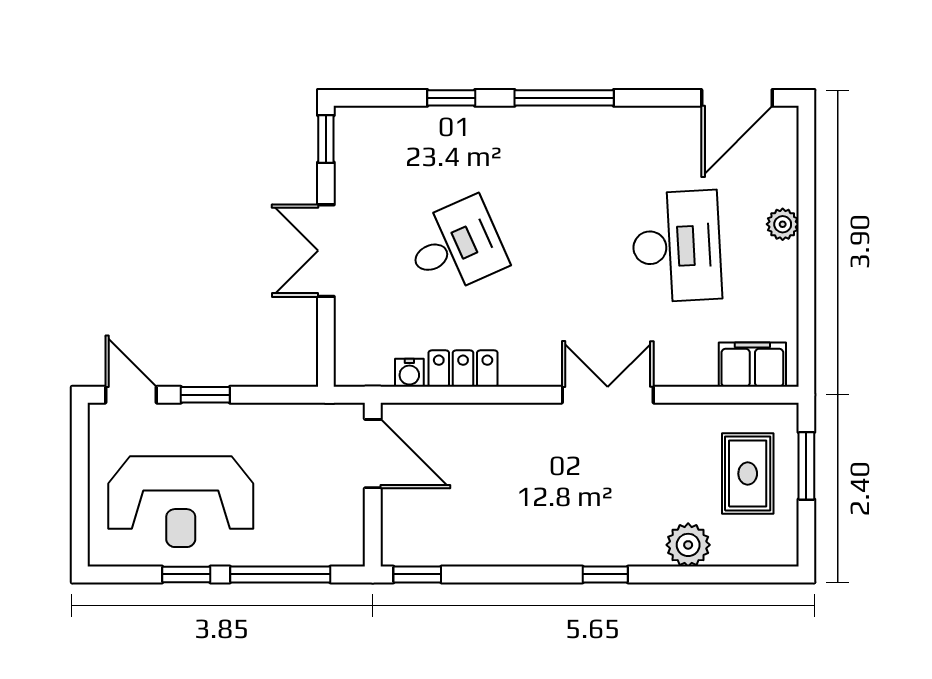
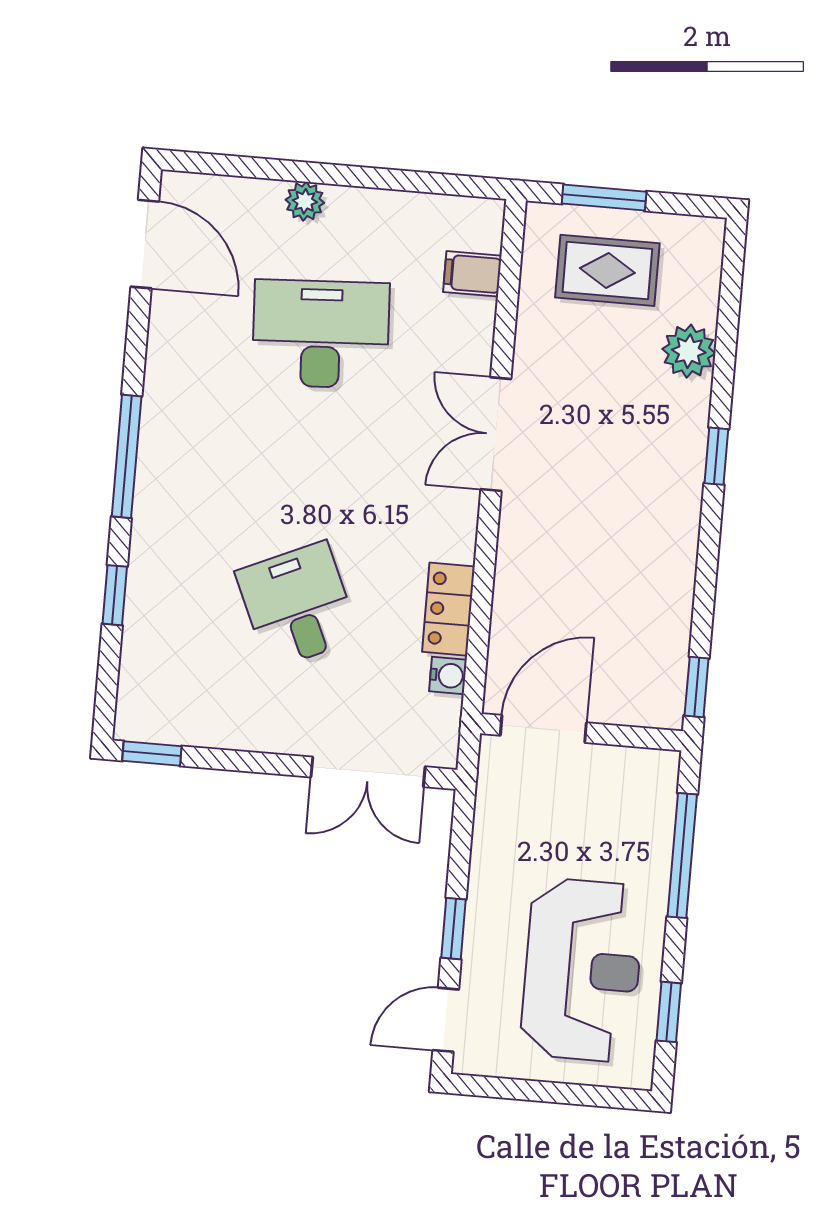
double door: (326, 251) -> (368, 772), moved
filing cabinet: (752, 365) -> (472, 274), width x0.50
window: (186, 574) -> (669, 1012), moved

